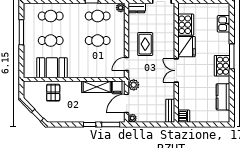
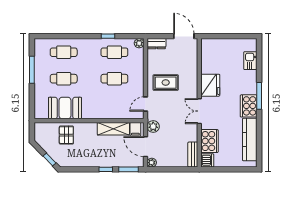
cooker: (186, 25) -> (209, 141), moved
rug: (145, 44) -> (166, 83), turned 90
kitchen counter: (223, 97) -> (250, 139), width x1.50
door: (127, 103) -> (146, 147), hinge flipped

